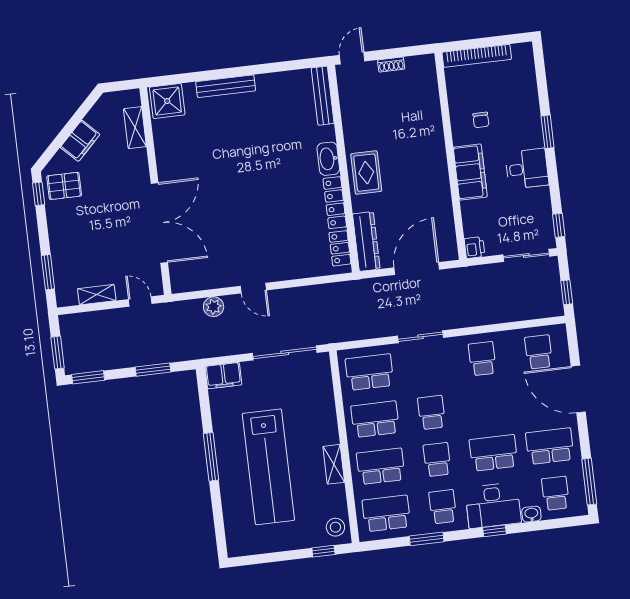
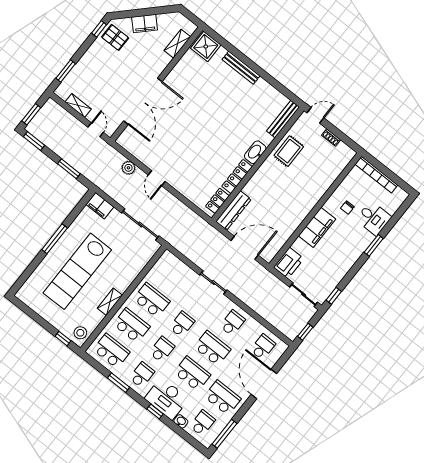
desk: (527, 169) -> (374, 218), moved
rug: (366, 173) -> (289, 151), moved
printer: (475, 248) -> (289, 263), width x1.87, depth x1.48
school desk: (370, 372) -> (212, 348), moved

